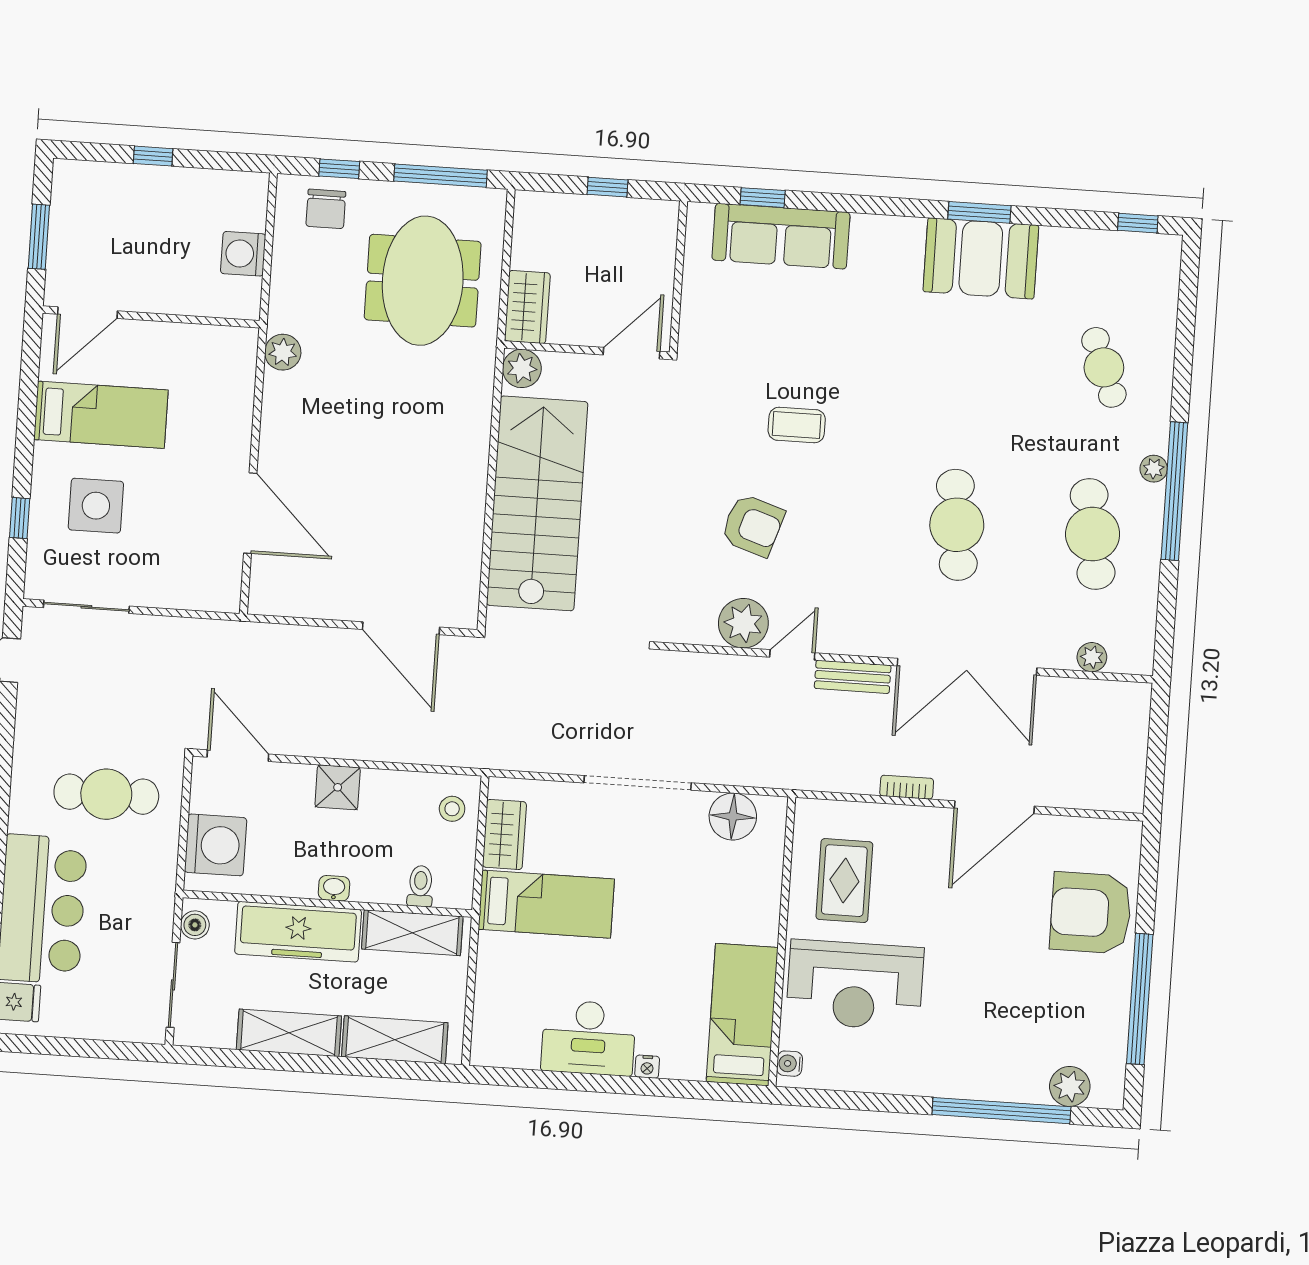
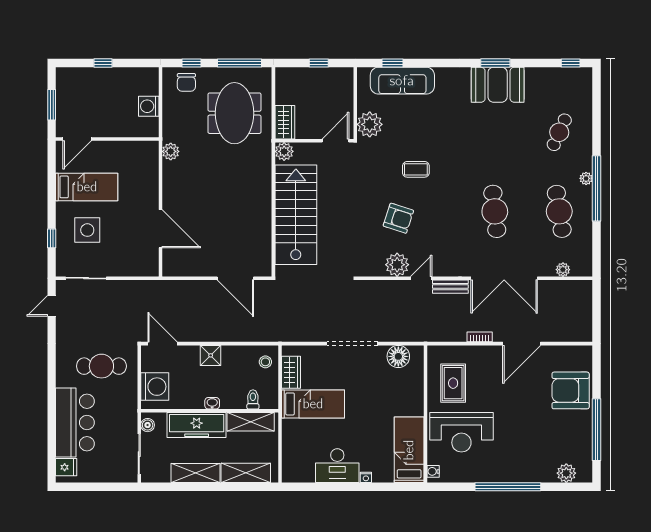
plant: (706, 324) -> (370, 124), added
cafe table: (1104, 367) -> (559, 132), turned 45
window: (1001, 1111) -> (508, 487), moved

